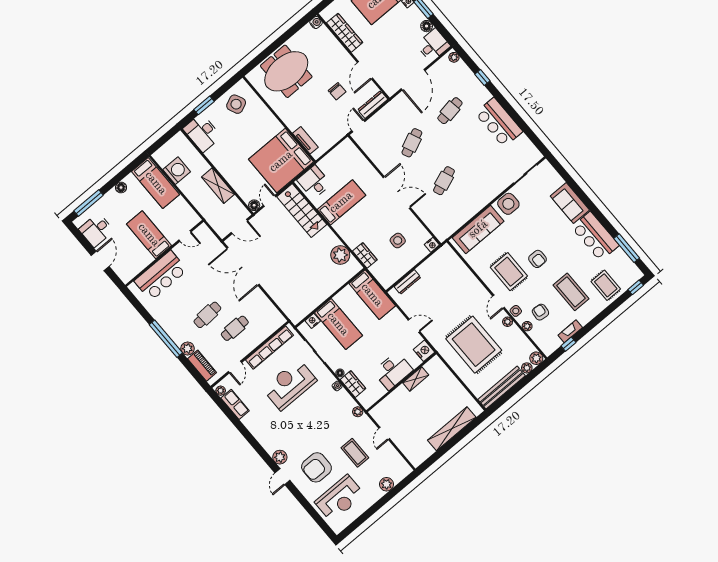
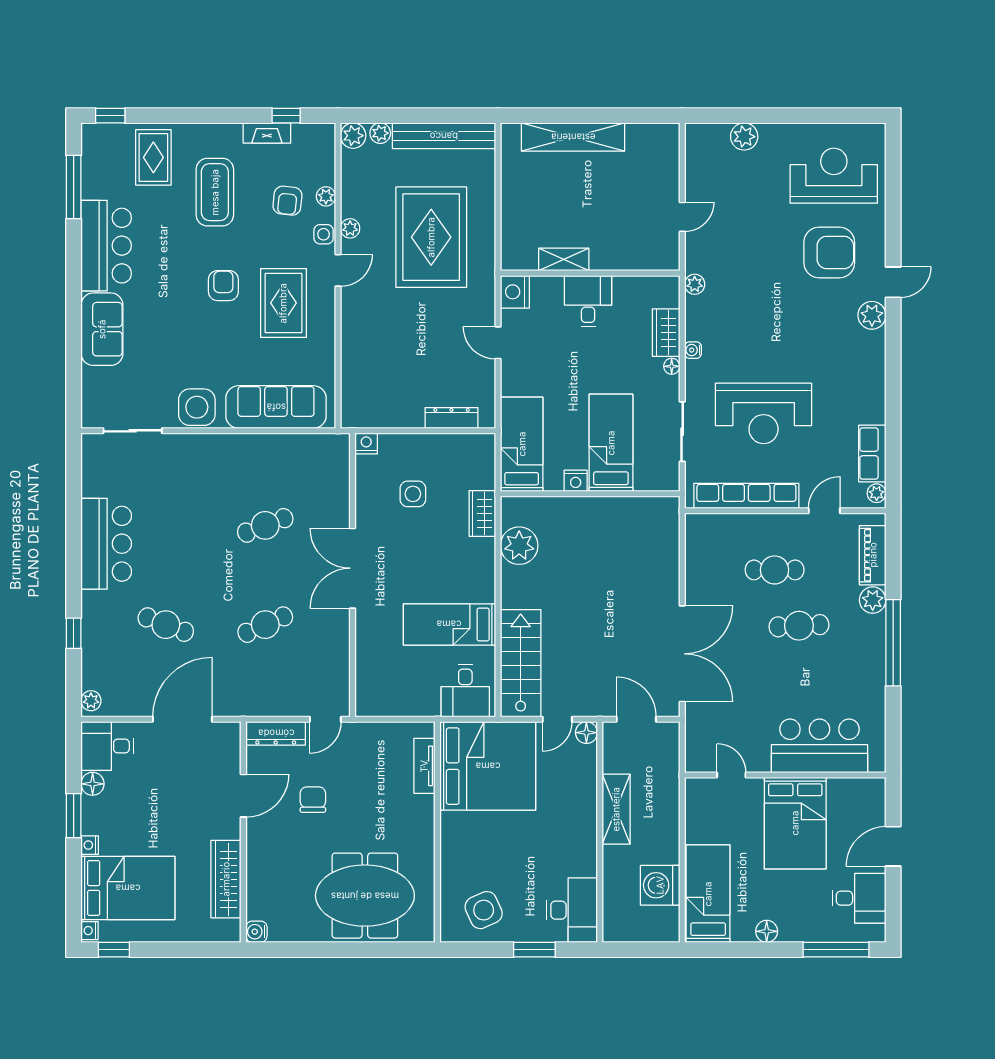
cafe table: (450, 111) -> (166, 625), turned 30
bed: (149, 235) -> (795, 823), width x1.50
nightstand: (313, 321) -> (576, 481), moved
desk: (393, 371) -> (588, 301), width x0.73
coffee table: (355, 453) -> (752, 225), removed

